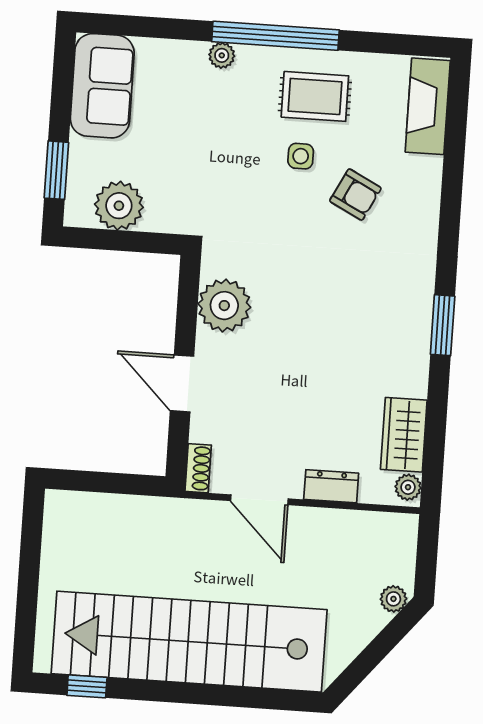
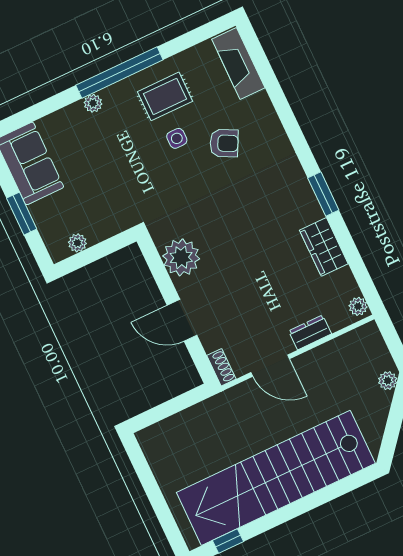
window: (56, 170) -> (22, 214), moved
plant: (119, 206) -> (77, 243), width x0.53, depth x0.53
wardrobe: (404, 435) -> (324, 247), moved

